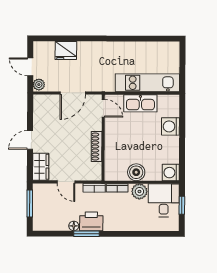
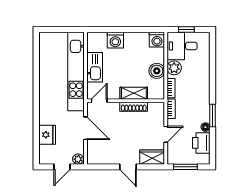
kitchen unit: (147, 83) -> (76, 72), width x1.36
shelving: (111, 147) -> (134, 93), added
printer: (91, 221) -> (201, 143), moved

